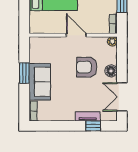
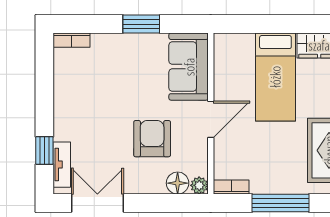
floor lamp: (111, 71) -> (178, 183), moved
sofa: (40, 82) -> (189, 67), moved, turned 90
tv unit: (88, 116) -> (62, 165), moved

